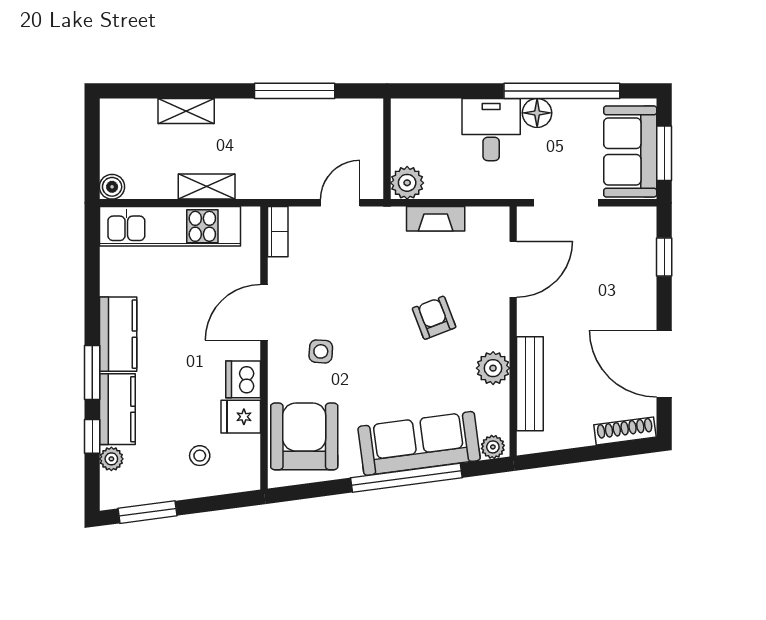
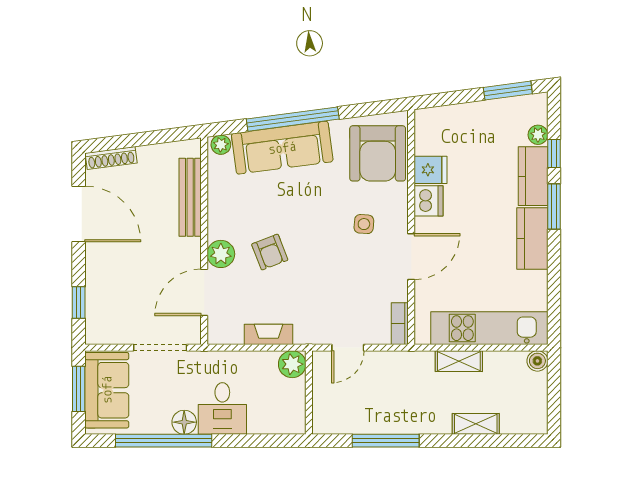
plant: (493, 368) -> (221, 254), moved
stool: (200, 456) -> (465, 137), removed

